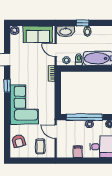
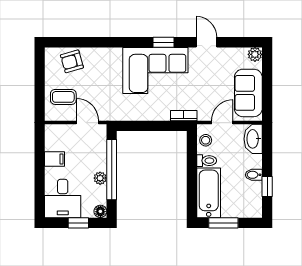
window: (83, 23) -> (267, 187), moved
corner sofa: (24, 105) -> (155, 70), moved
door: (56, 132) -> (87, 123), hinge flipped

